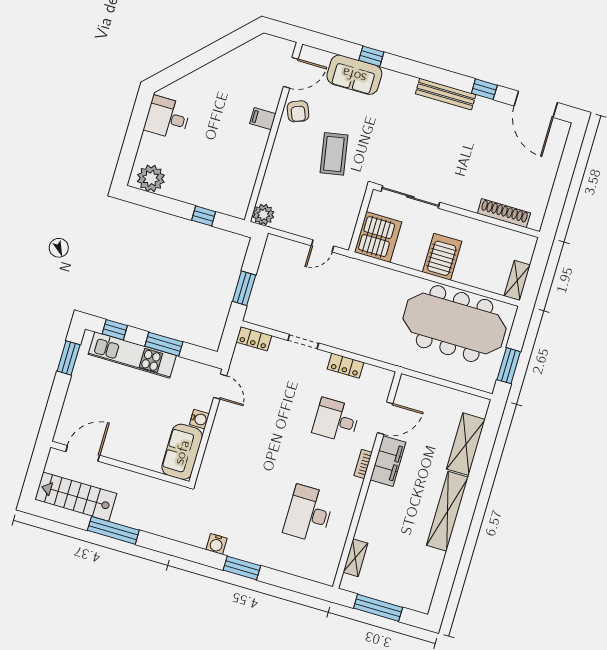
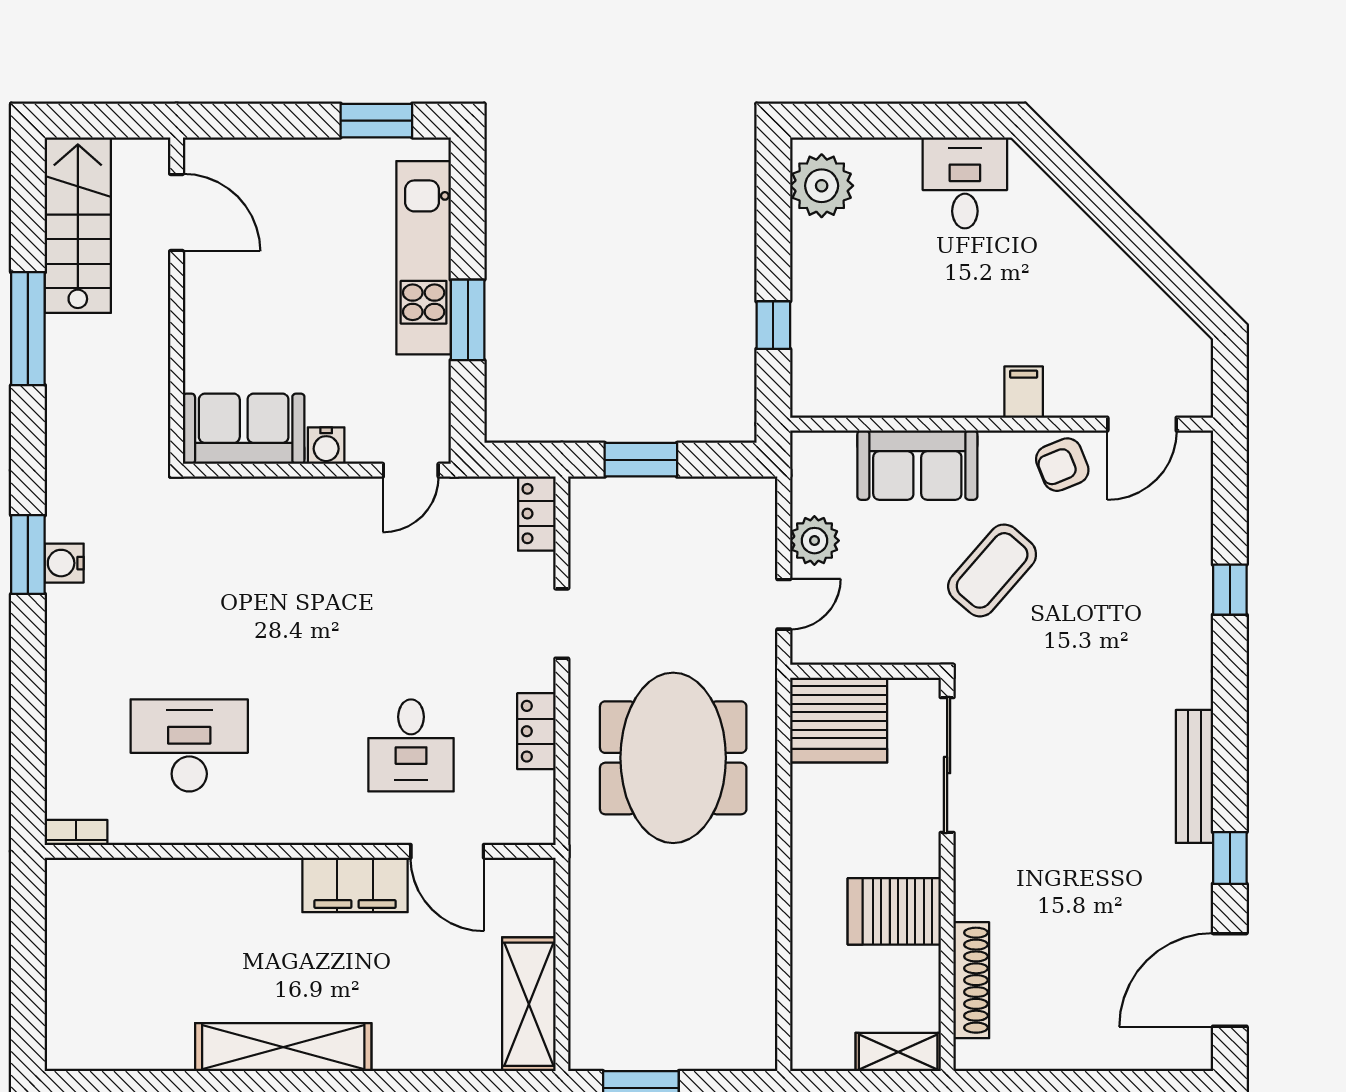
door: (291, 73) -> (1142, 424), hinge flipped
sofa: (354, 75) -> (917, 465), moved, turned -90
coffee table: (334, 154) -> (992, 570), turned -39
plant: (263, 215) -> (814, 541), moved
door: (323, 246) -> (784, 604), swing flipped
server rack: (442, 257) -> (894, 911), moved, turned 180
shelving: (517, 280) -> (898, 1052), moved
meeting table: (455, 324) -> (673, 758), moved, width x0.73
window: (115, 330) -> (468, 203), removed
desk: (336, 420) -> (411, 745), turned 180
shelving: (466, 444) -> (529, 1004), moved, turned 90
bookcase: (363, 464) -> (76, 832), moved
shelving: (355, 558) -> (123, 876), removed
window: (242, 568) -> (28, 555), moved
window: (378, 608) -> (28, 957), removed

